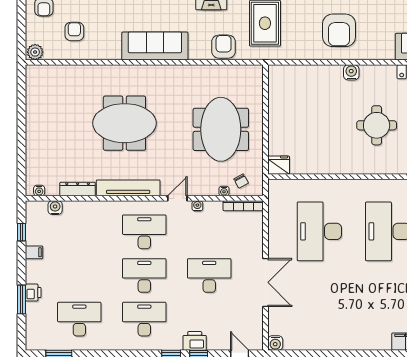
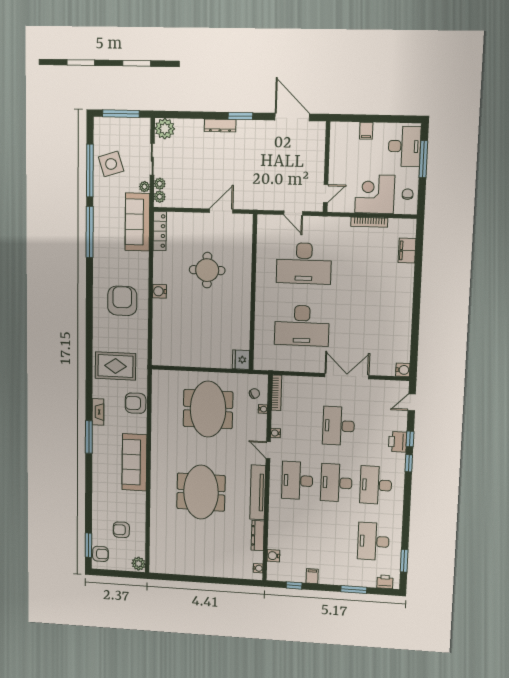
armchair: (339, 30) -> (122, 301), turned -90
meeting table: (221, 129) -> (208, 409), turned 90
printer: (33, 292) -> (385, 582), moved

